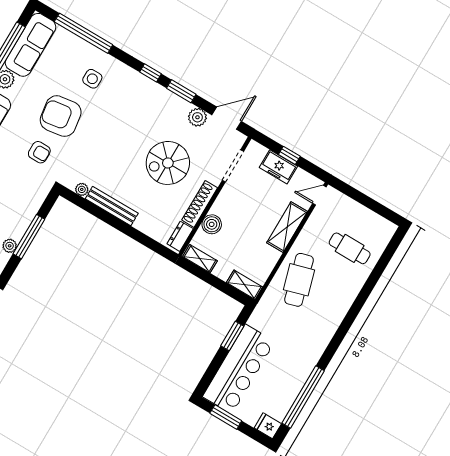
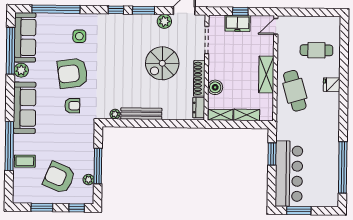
shelving: (287, 227) -> (266, 75), moved
shelving: (245, 285) -> (247, 115), moved
fridge: (268, 426) -> (332, 85), moved

